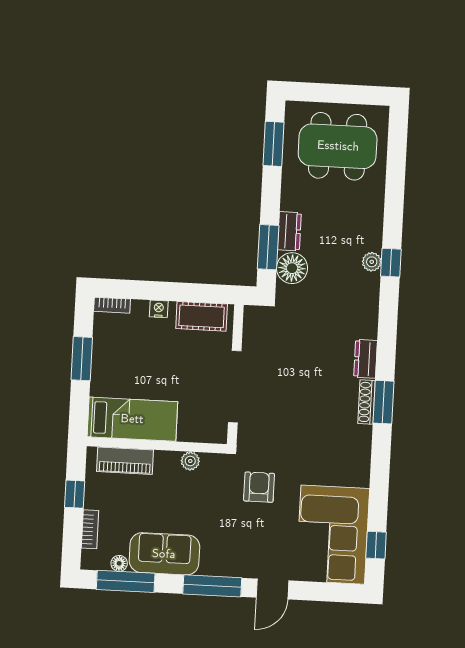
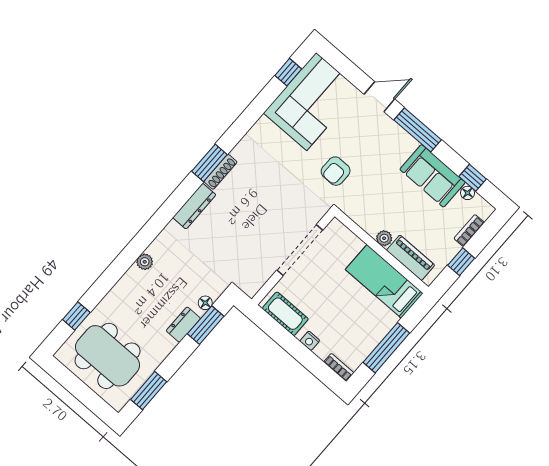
window: (391, 263) -> (76, 316), moved
floor lamp: (292, 268) -> (205, 303), width x0.53, depth x0.53
window: (82, 359) -> (386, 348), width x1.44
dresser: (366, 359) -> (194, 206), width x1.44
plant: (190, 461) -> (384, 238), moved
window: (126, 581) -> (473, 178), width x0.46

